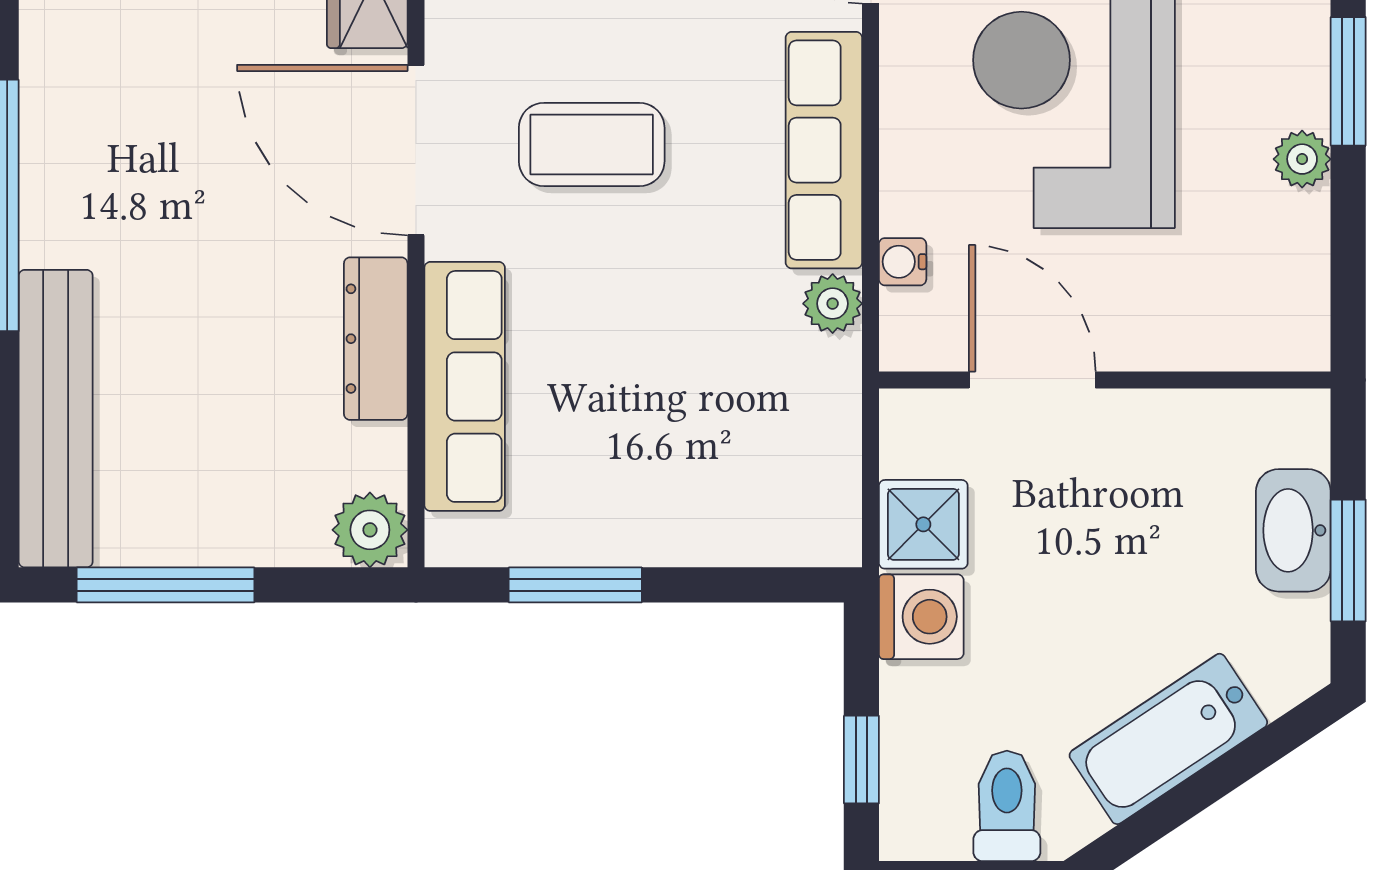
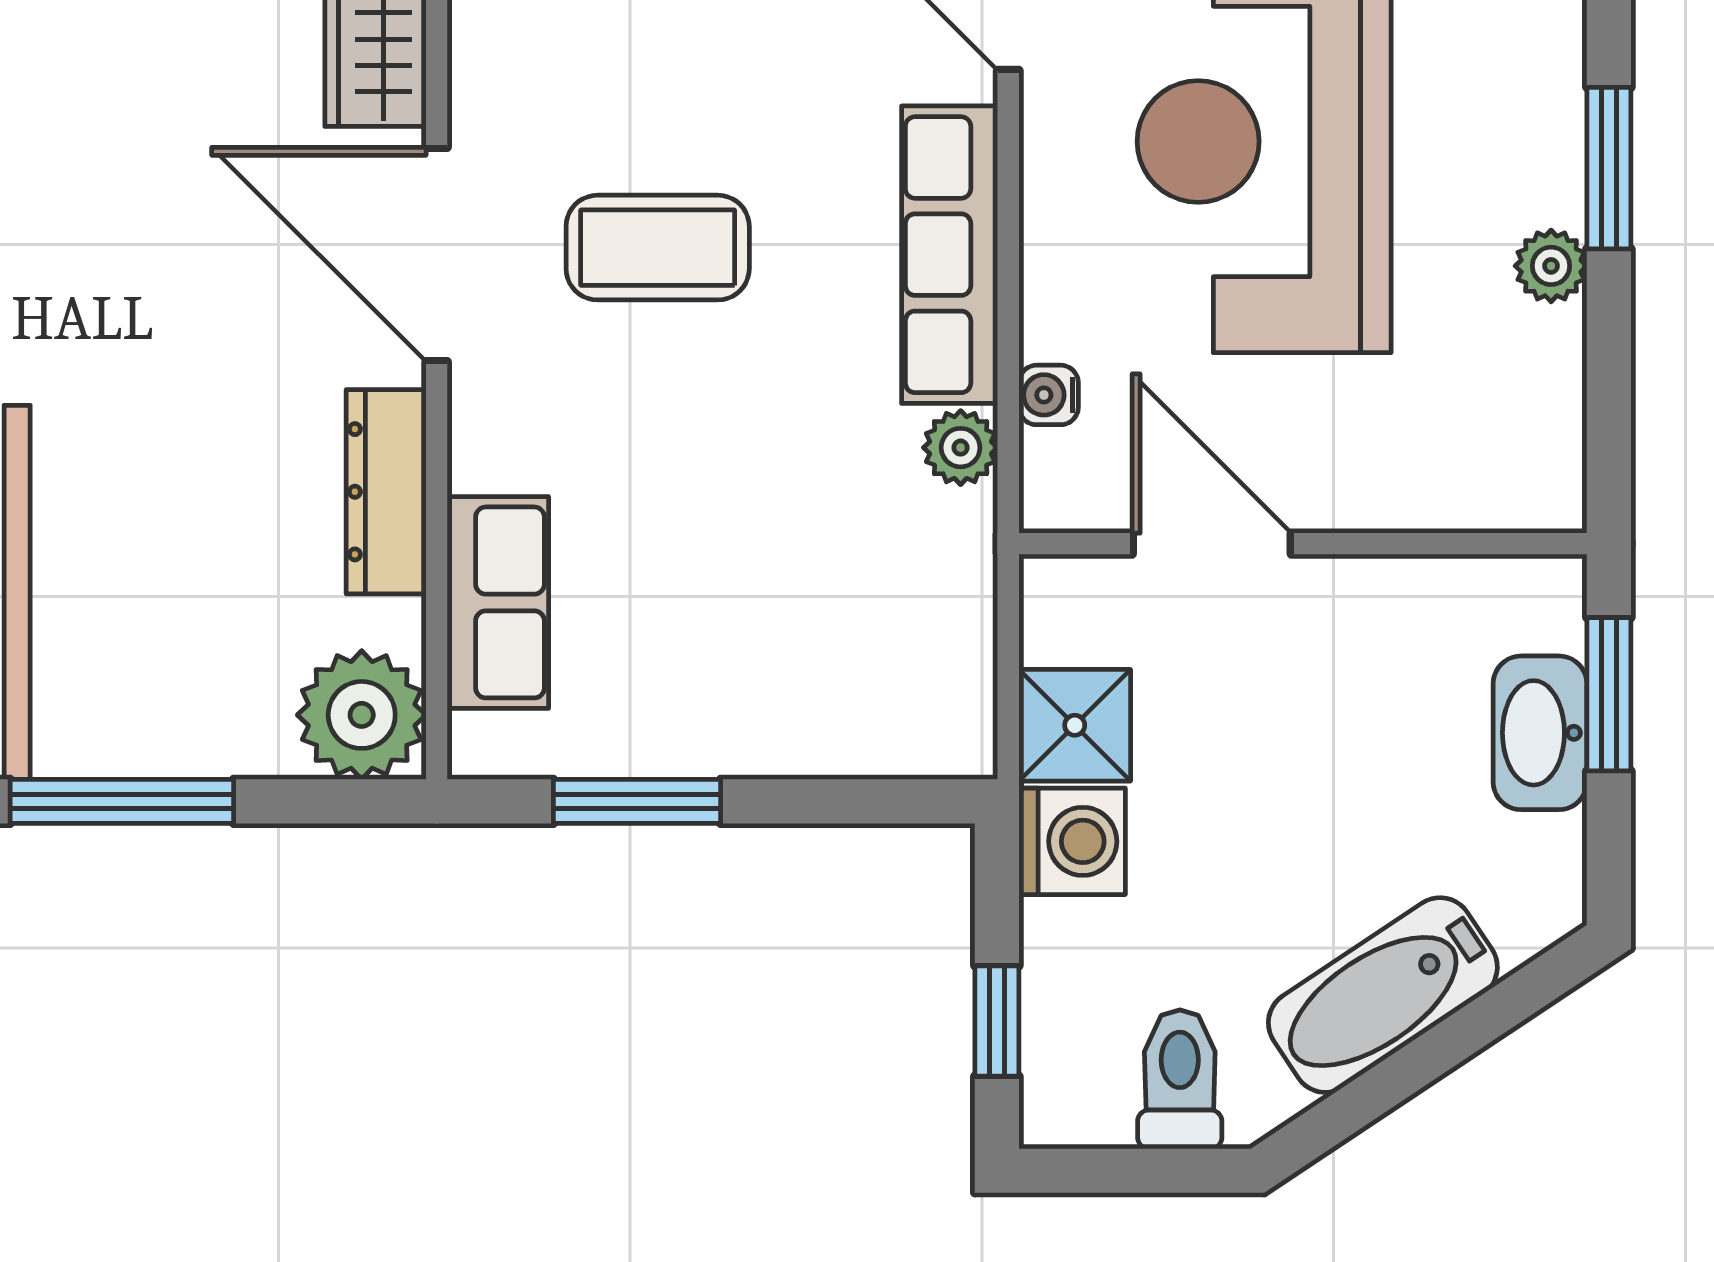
row of seats: (465, 386) -> (498, 602), width x0.68
plant: (370, 530) -> (362, 715), width x1.36, depth x1.36
window: (1348, 561) -> (1609, 694), moved

